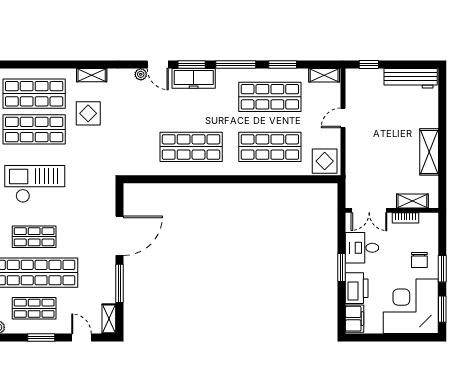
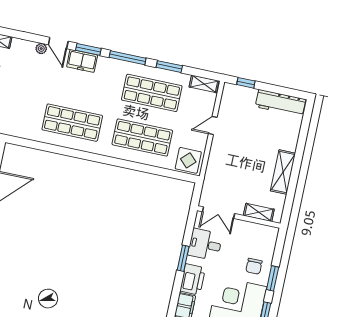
freezer: (194, 78) -> (82, 61), width x0.71
bookcase: (405, 218) -> (249, 226), removed

